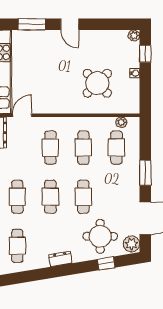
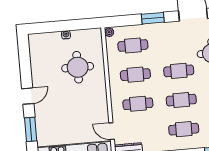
plant: (134, 35) -> (33, 38), removed
window: (145, 54) -> (48, 27), removed
round table: (97, 83) -> (78, 67), turned 45
plant: (121, 122) -> (109, 32), moved

